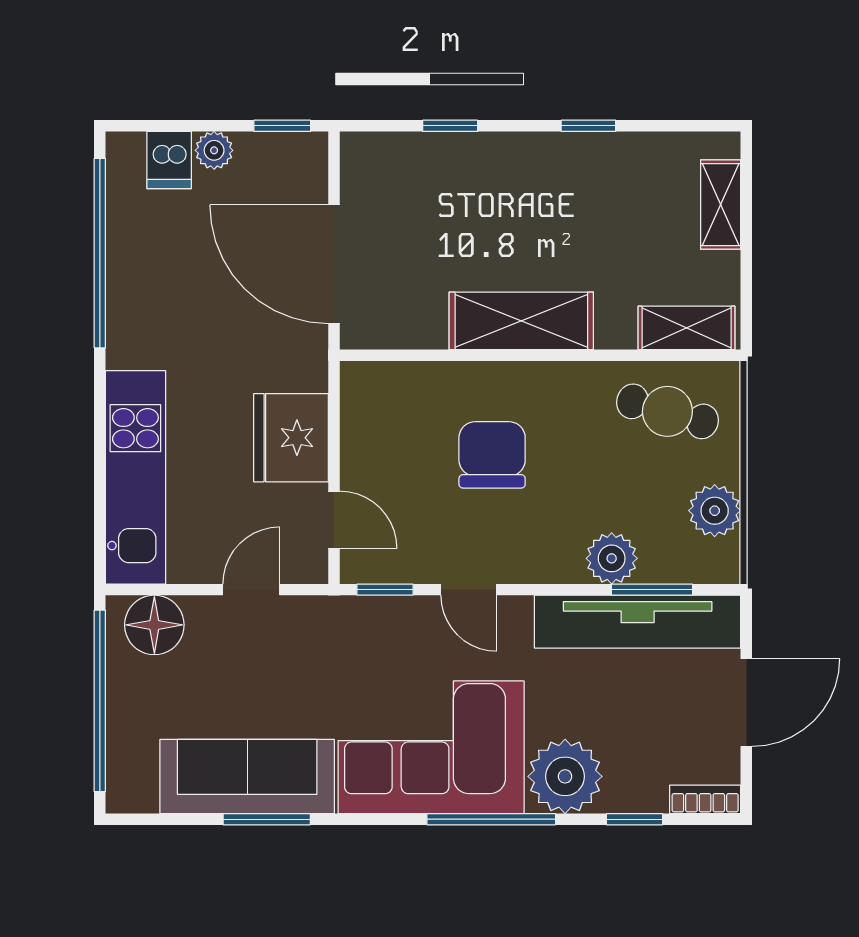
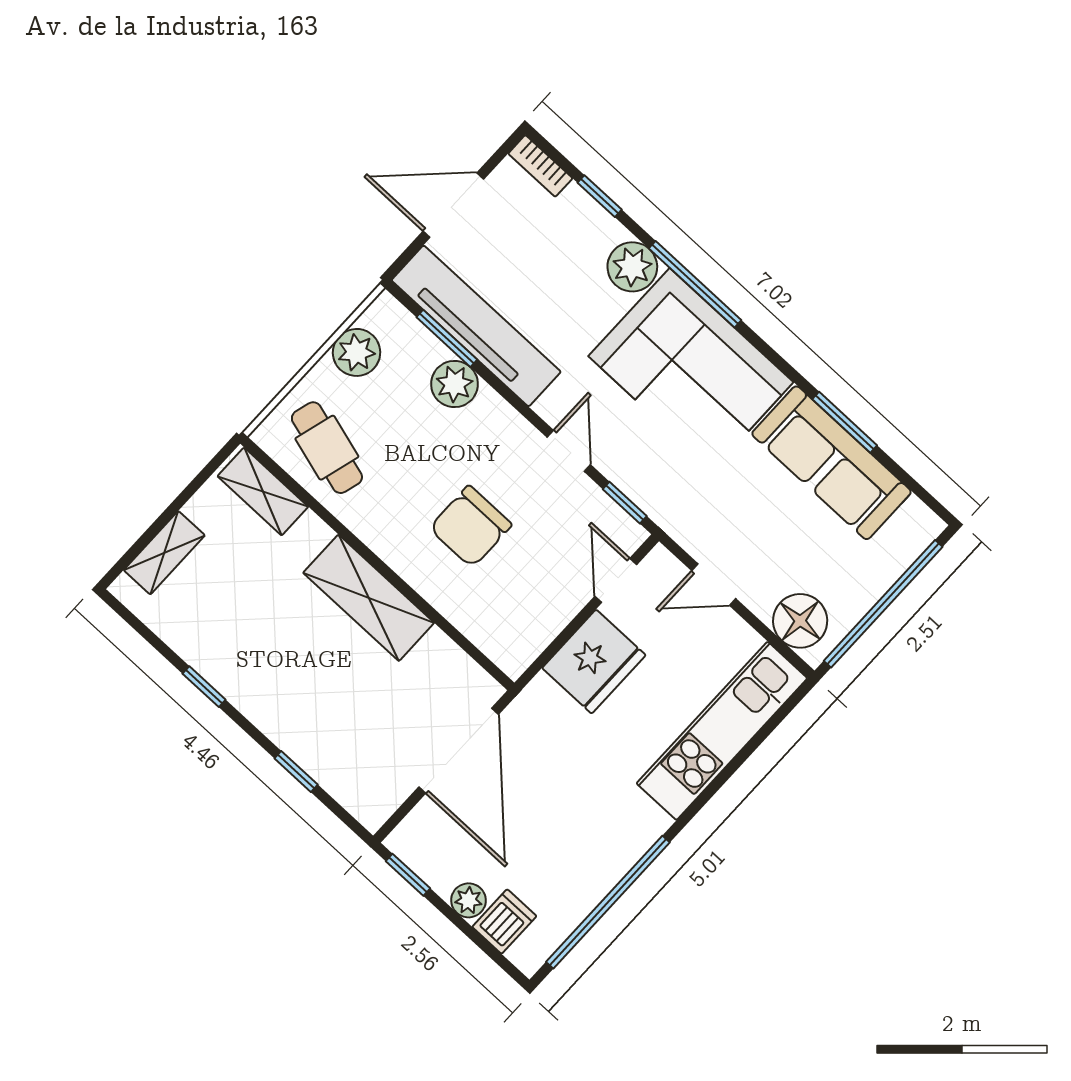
plant: (565, 776) -> (632, 267), width x0.73, depth x0.73

